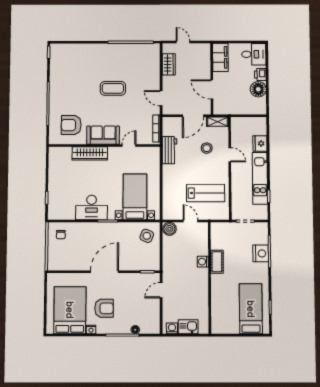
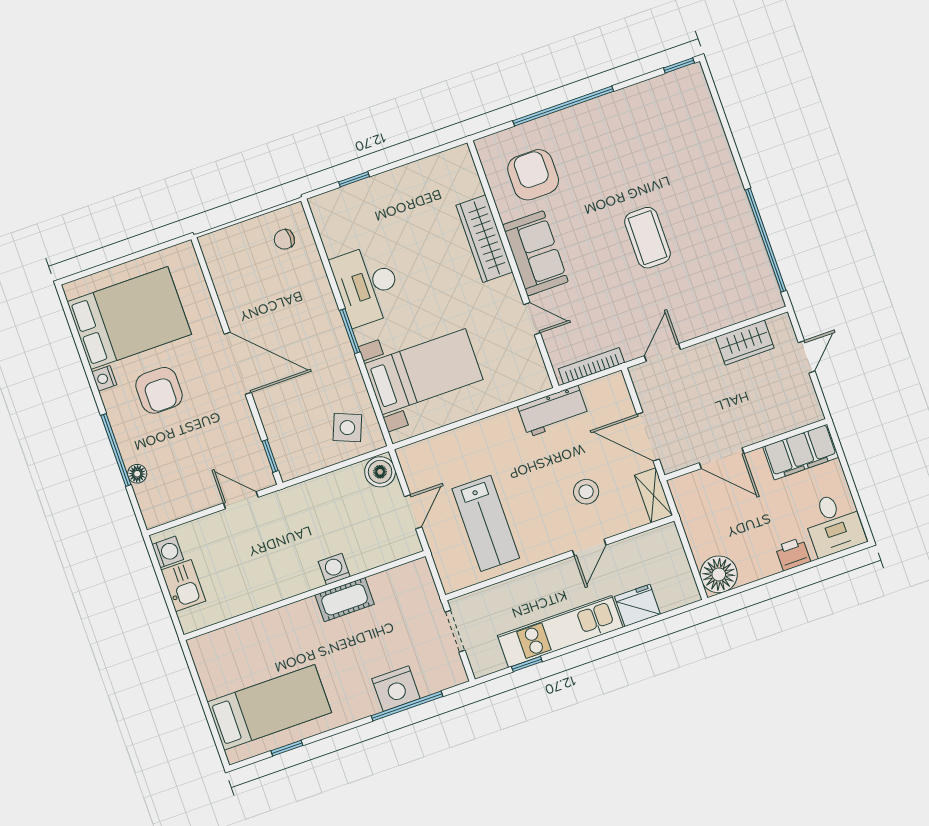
door: (212, 89) -> (722, 458), swing flipped
floor lamp: (258, 89) -> (719, 574), moved

